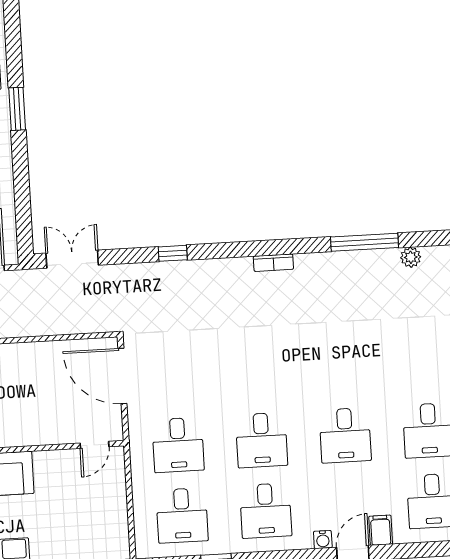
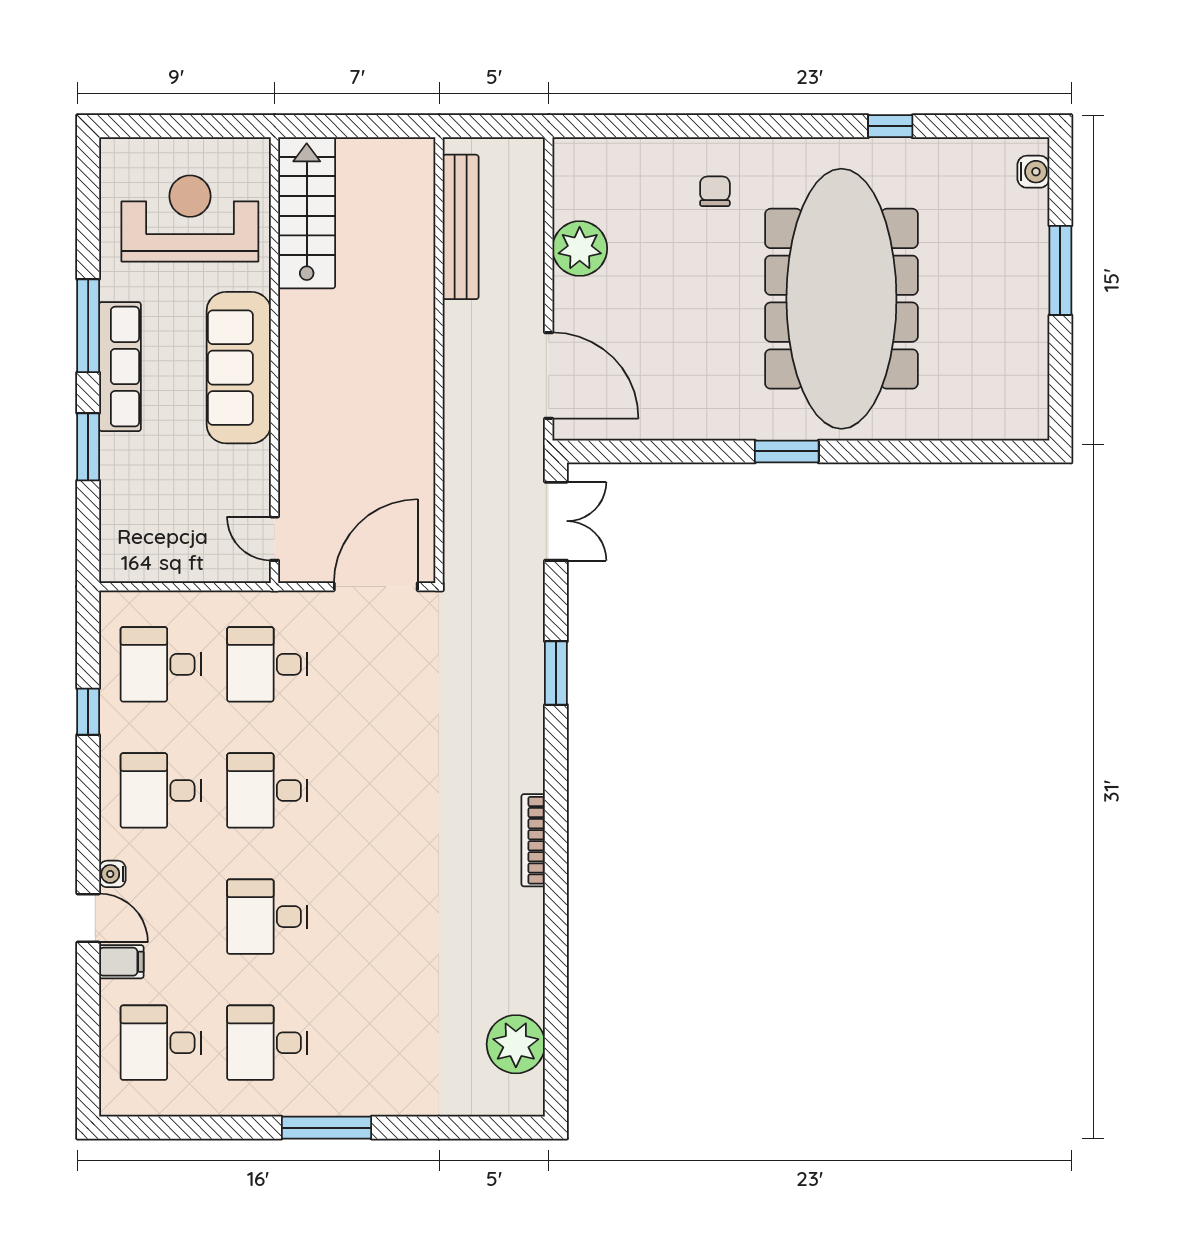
window: (365, 242) -> (556, 963), removed
window: (173, 253) -> (556, 673), width x1.50
plant: (411, 257) -> (516, 1044), width x1.87, depth x1.87
bookcase: (273, 263) -> (533, 840), width x1.56

